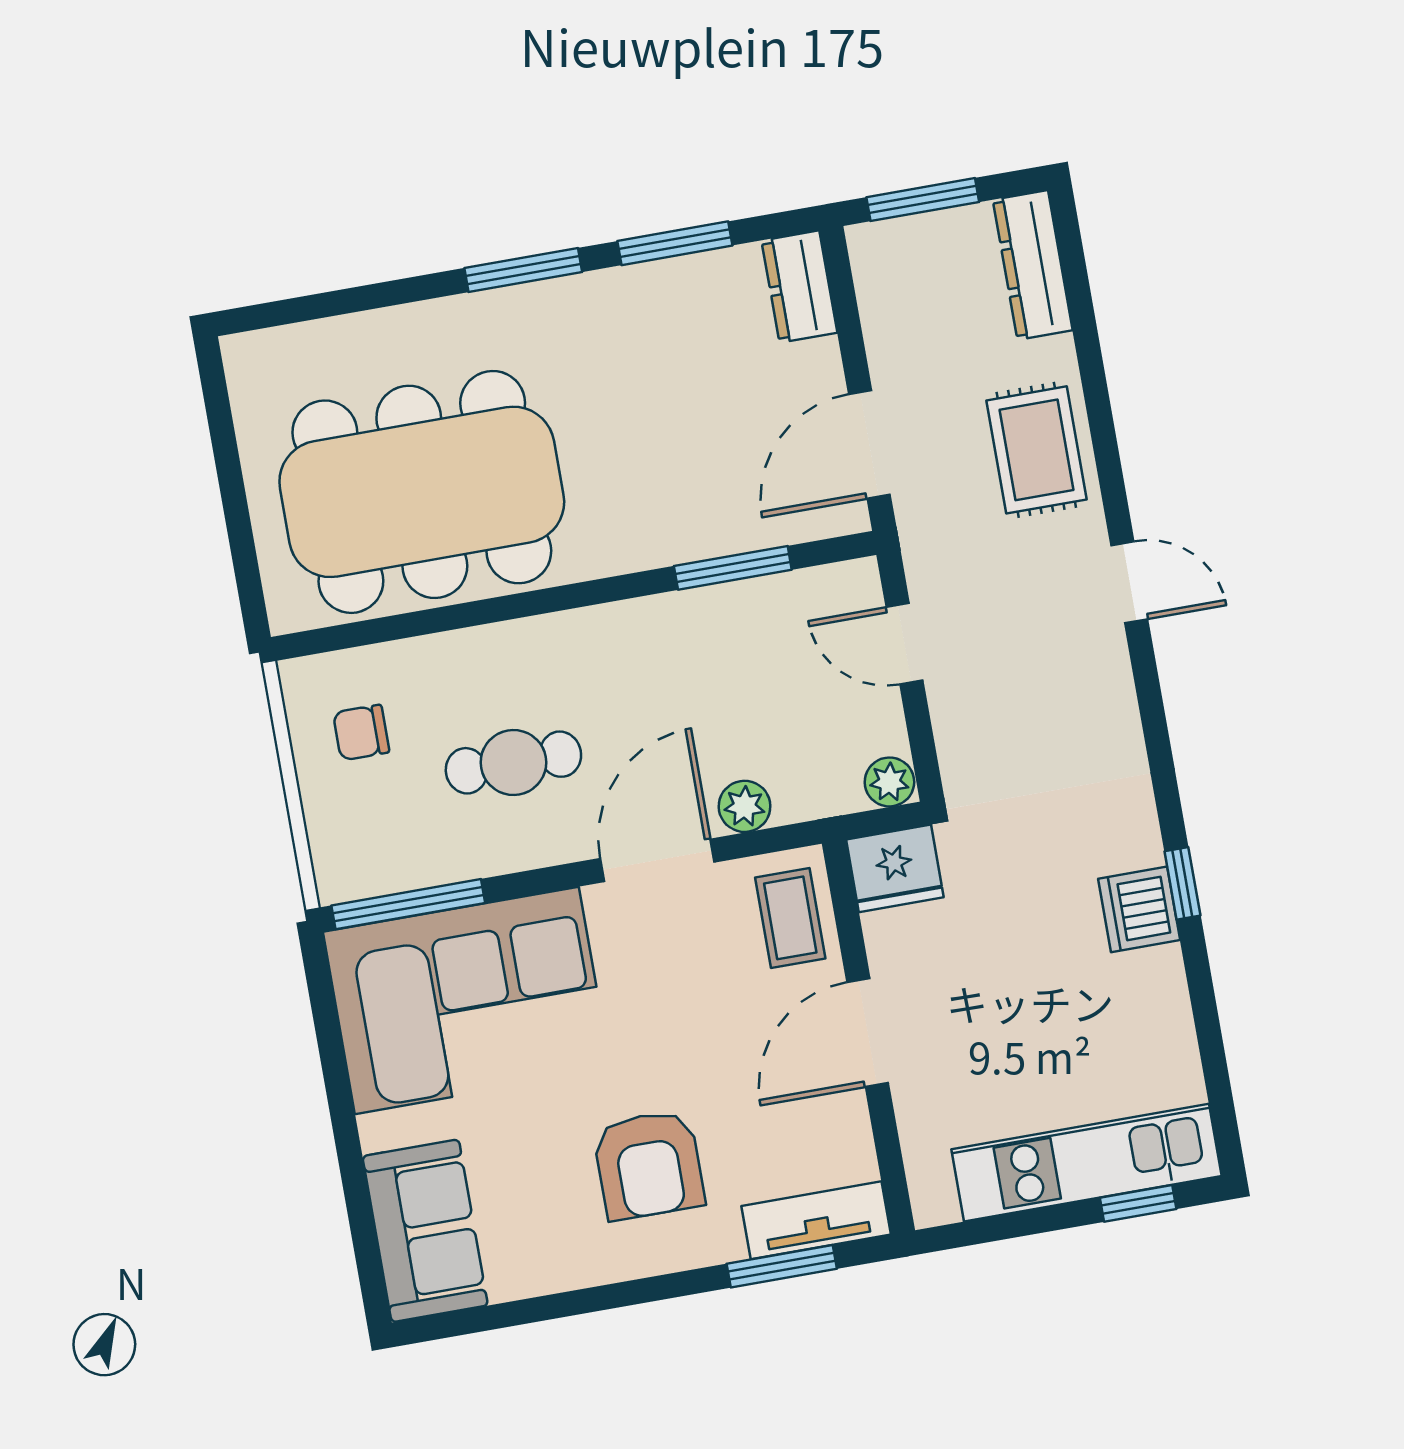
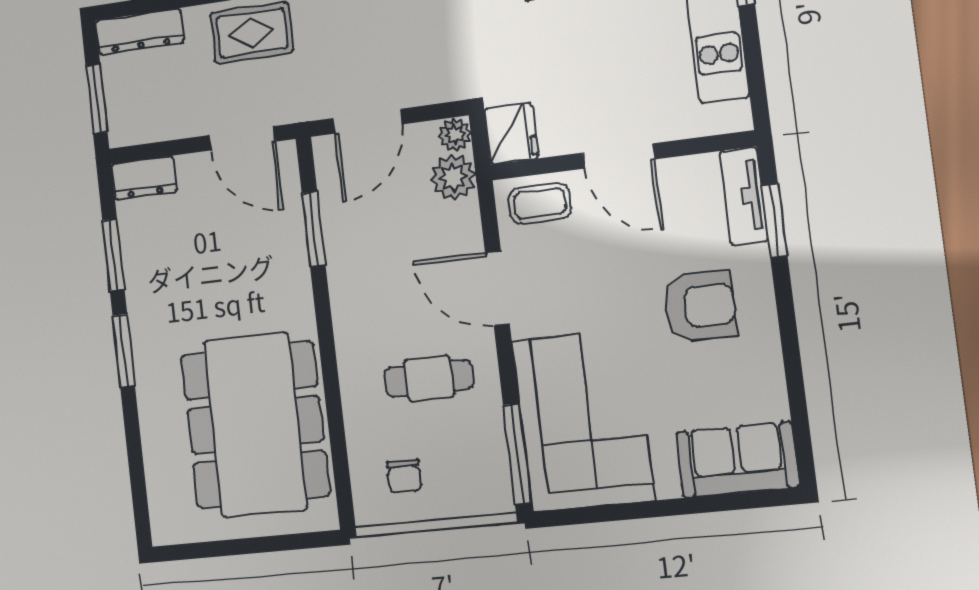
door: (905, 644) -> (367, 121), width x1.38
cafe table: (513, 762) -> (429, 378), turned 90
plant: (745, 806) -> (453, 177), moved, width x1.38, depth x1.38

